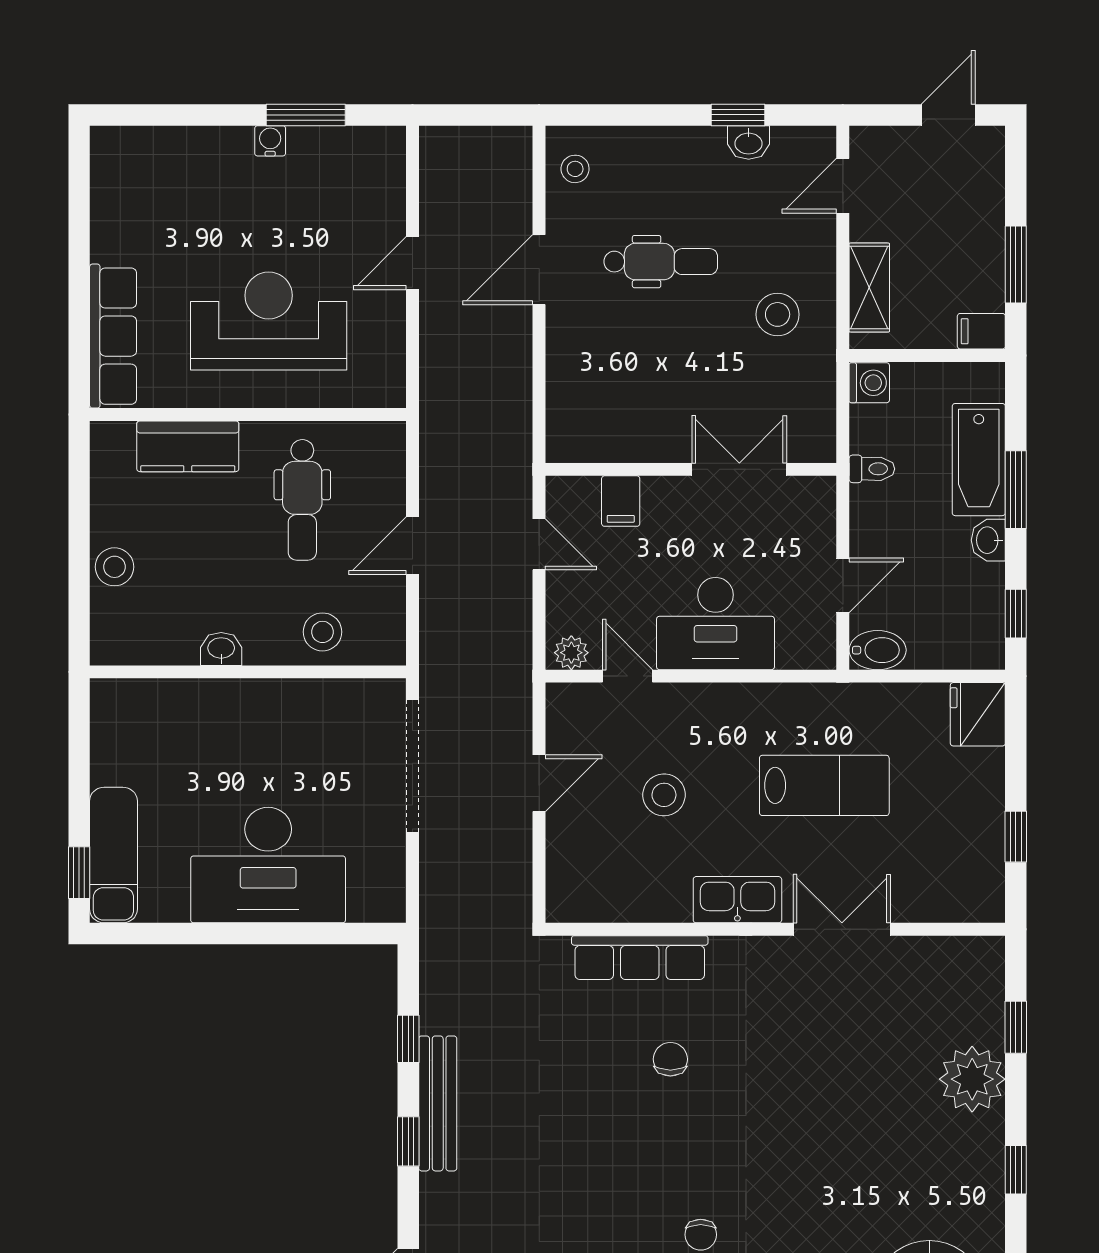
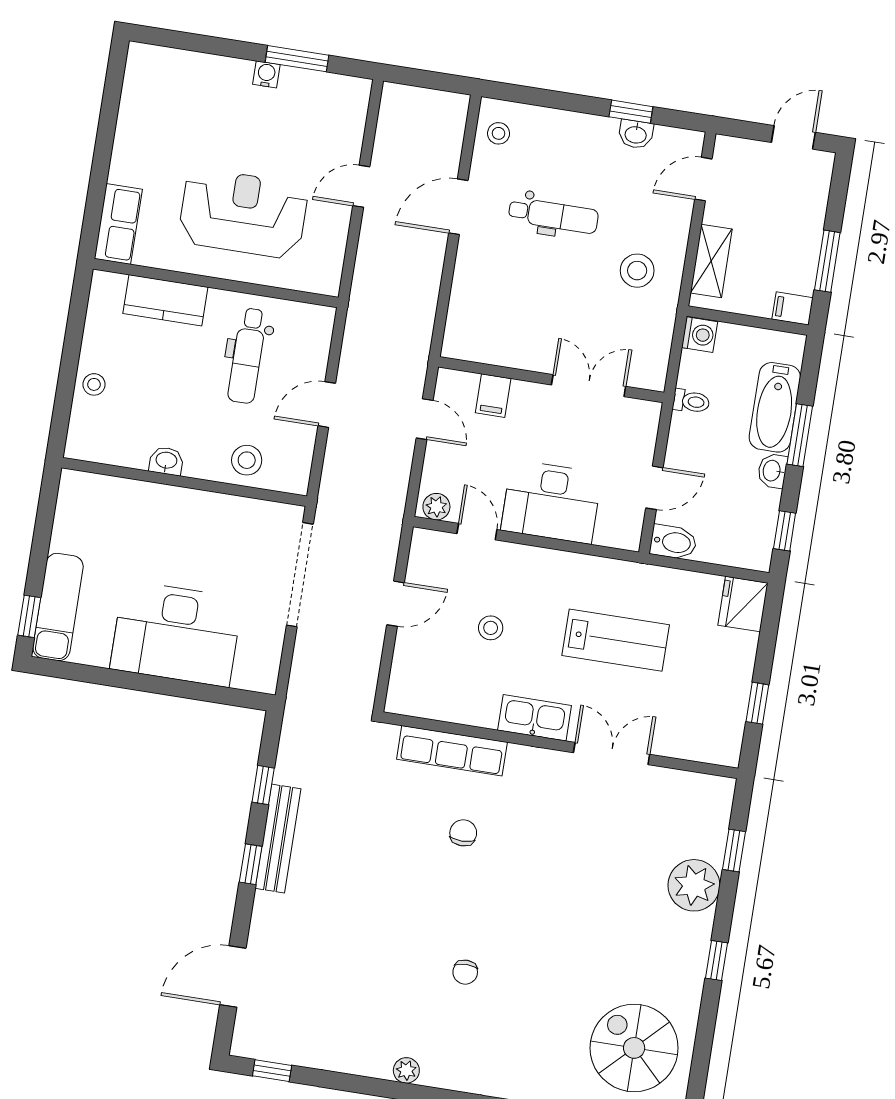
row of seats: (113, 336) -> (118, 224), width x0.68
stool: (114, 567) -> (94, 384), width x0.73, depth x0.73
stool: (664, 795) -> (491, 628), width x0.73, depth x0.73

